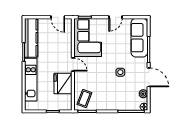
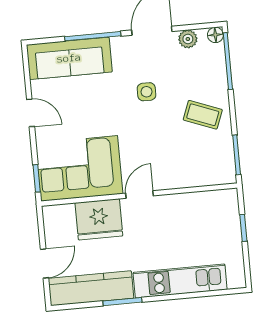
door: (58, 17) -> (45, 263), moved
fridge: (63, 83) -> (99, 219), moved
coffee table: (84, 98) -> (203, 115), moved

